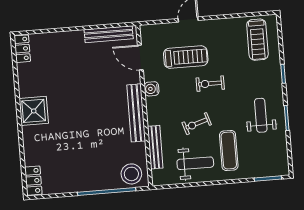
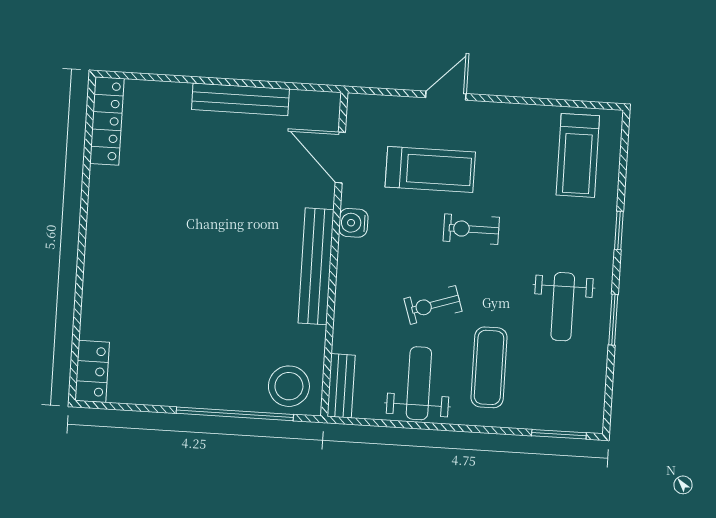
bench: (109, 34) -> (240, 99), moved
locker: (22, 49) -> (107, 121), width x1.53
shower: (34, 111) -> (113, 233), removed
weight bench: (261, 115) -> (563, 307), turned 180
bench: (155, 147) -> (341, 386), moved, width x0.73
weight bench: (195, 163) -> (419, 383), turned -90

